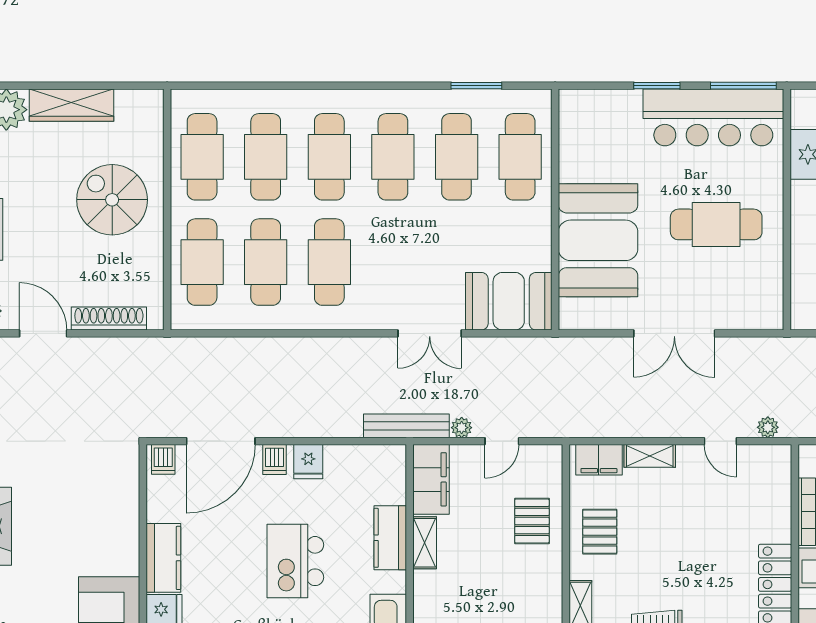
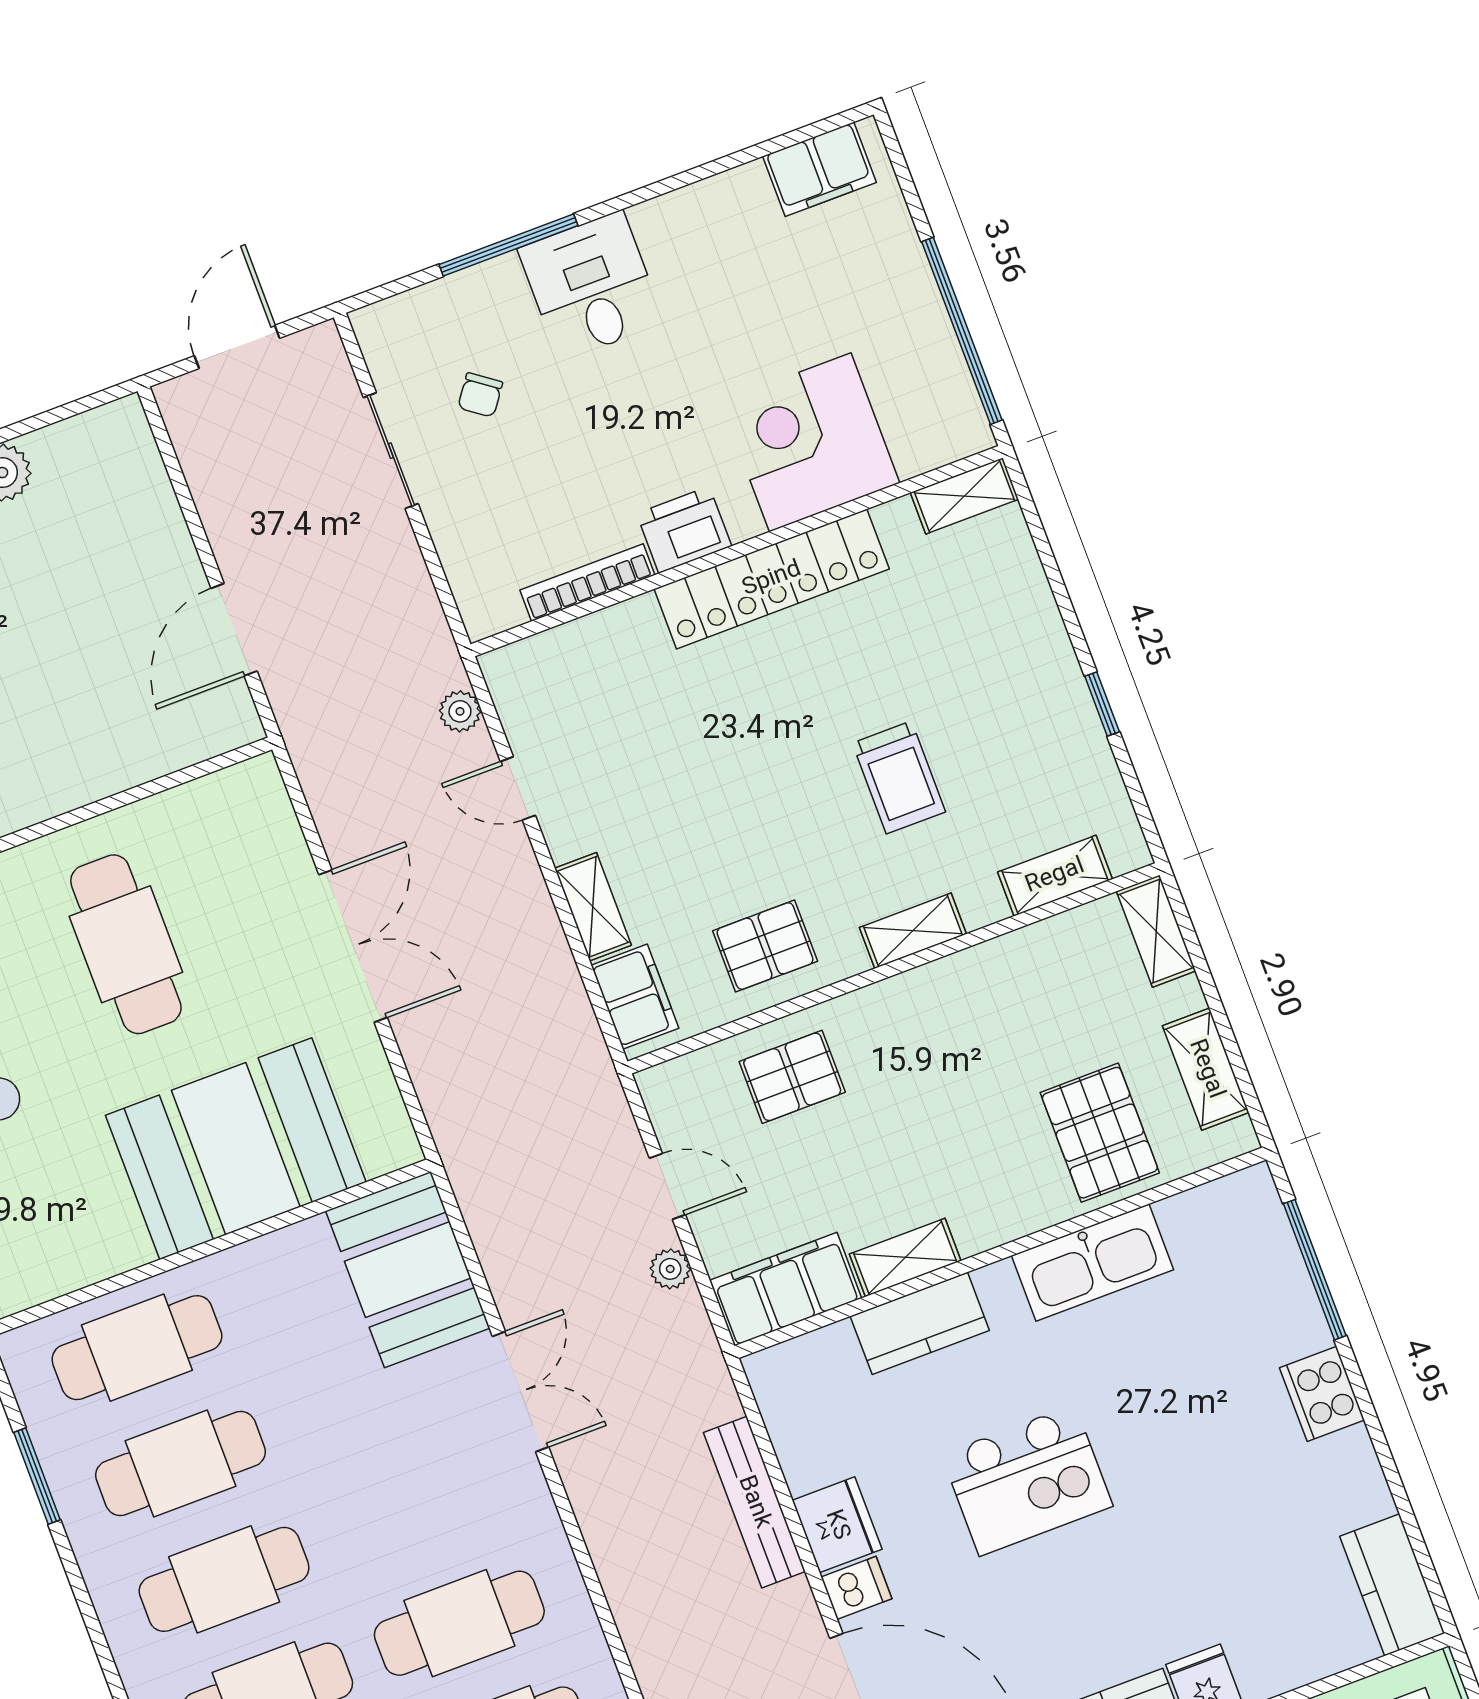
bench: (406, 426) -> (754, 1502), moved
door: (720, 441) -> (518, 788), swing flipped
fridge: (308, 462) -> (837, 1525), width x1.38

